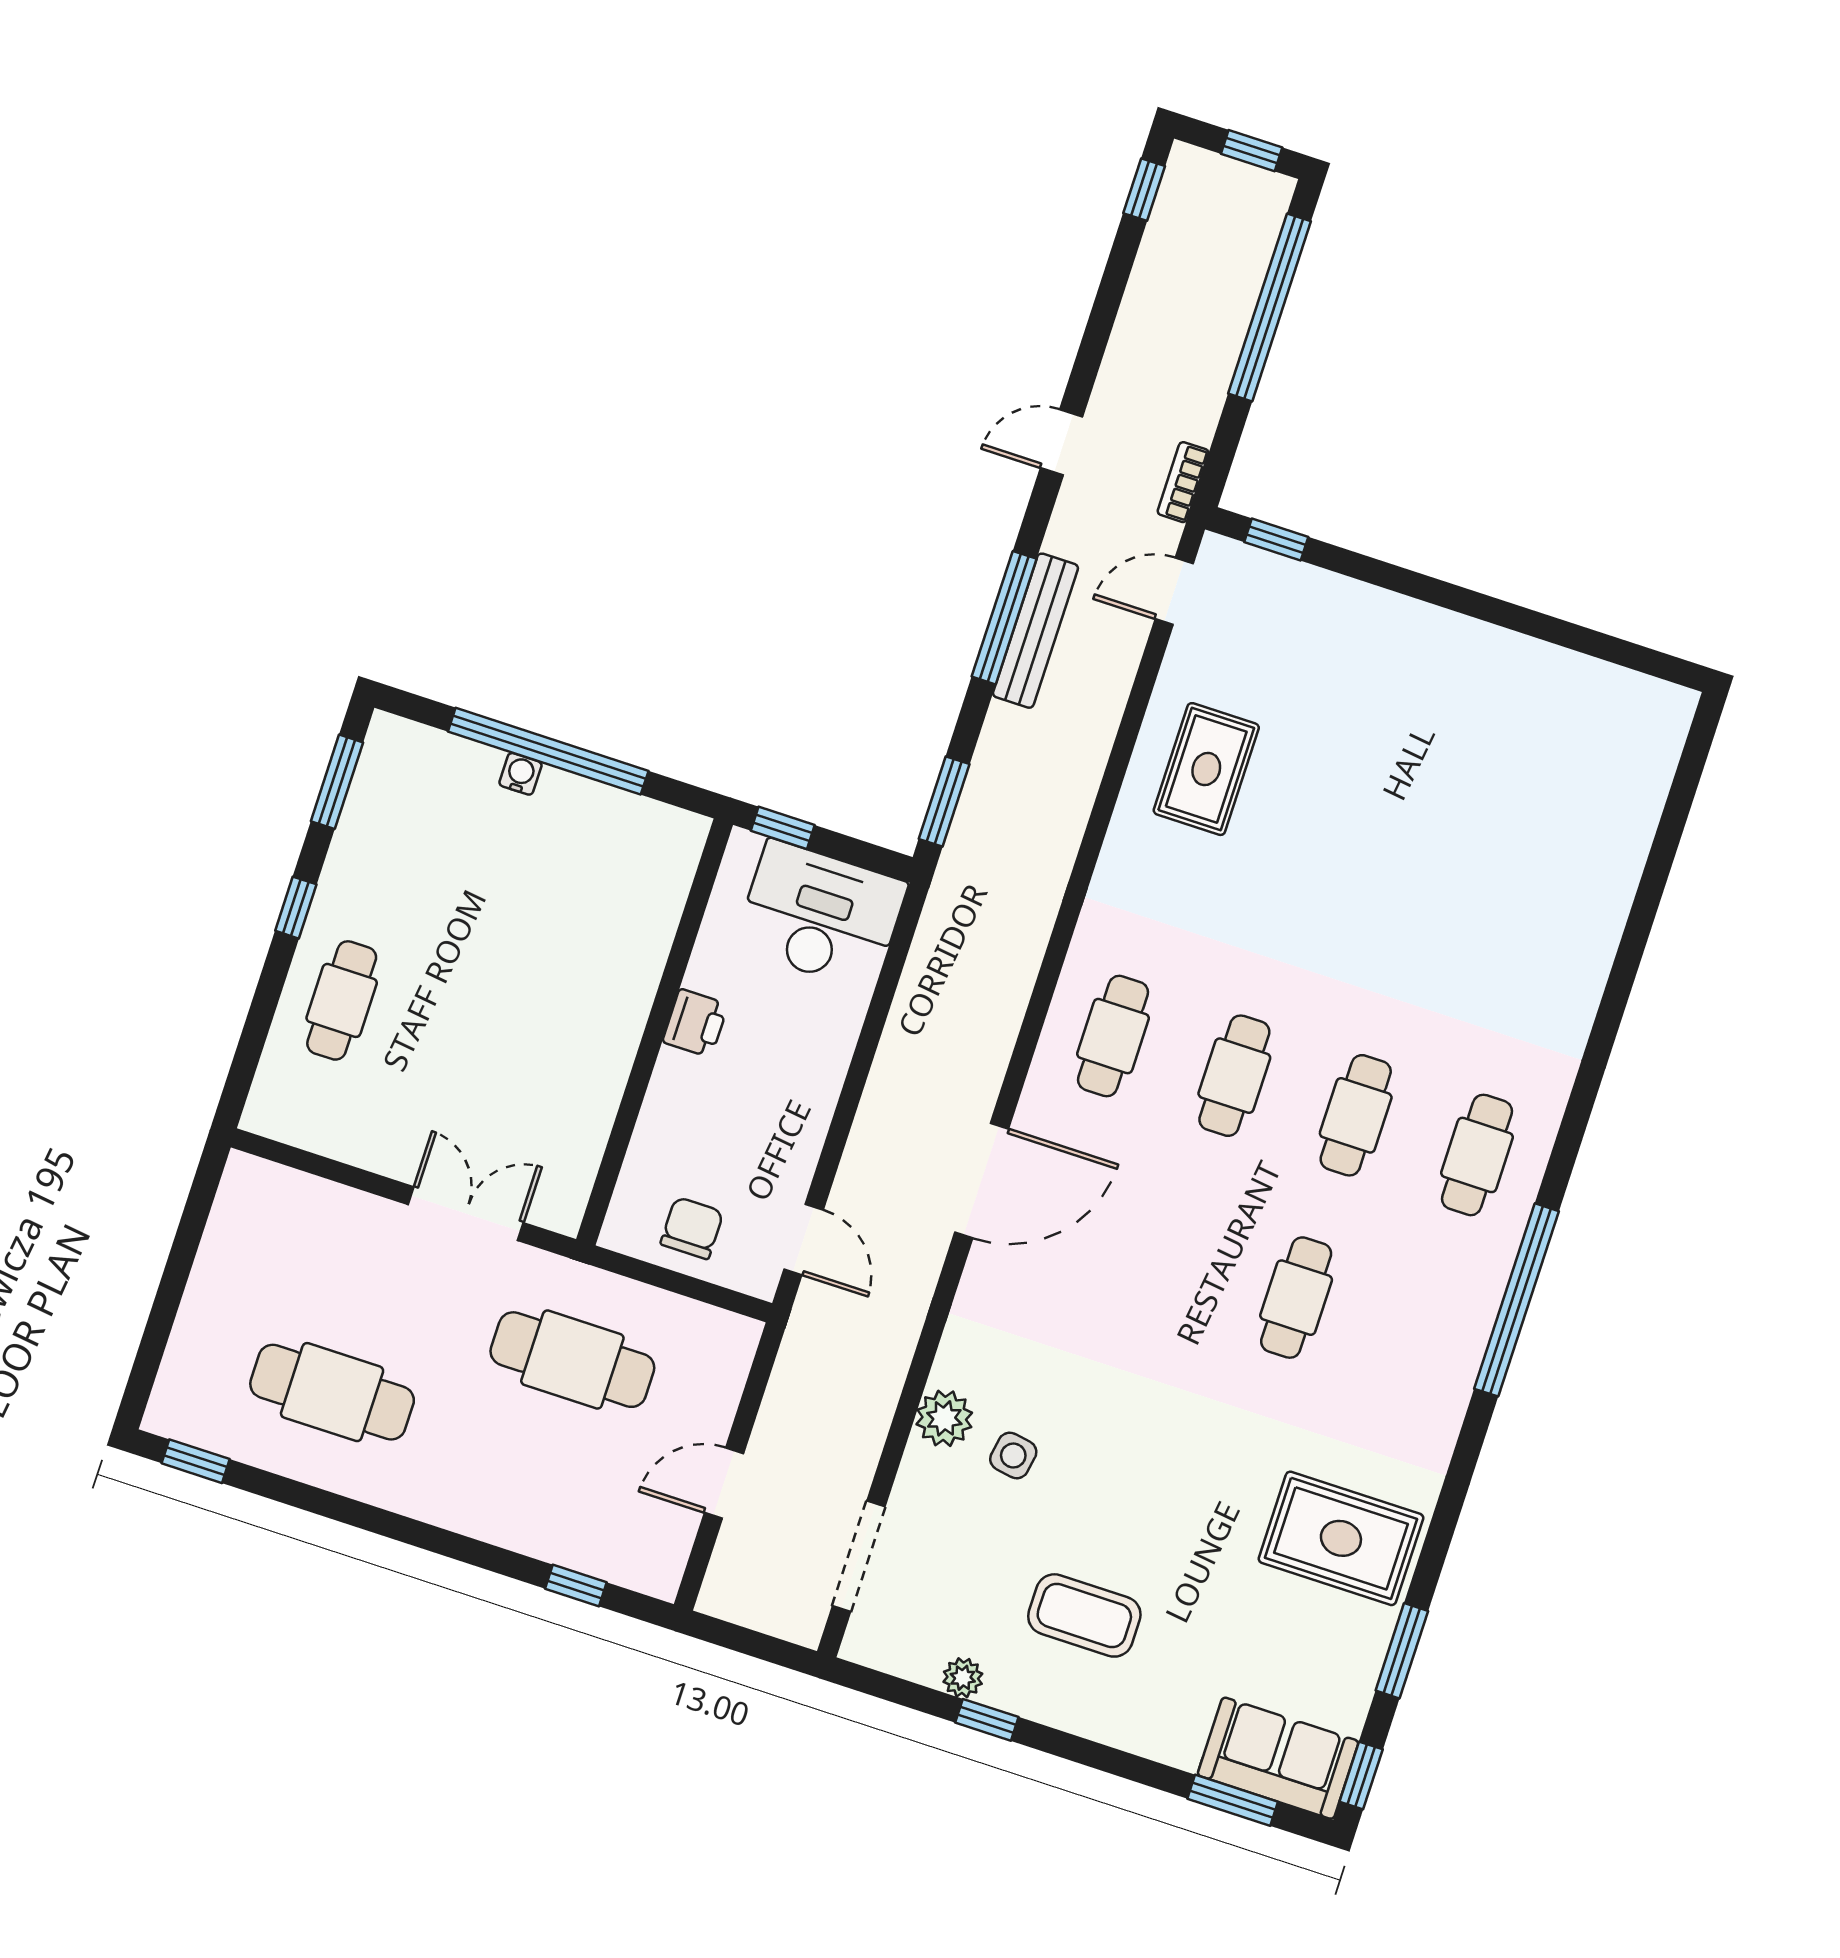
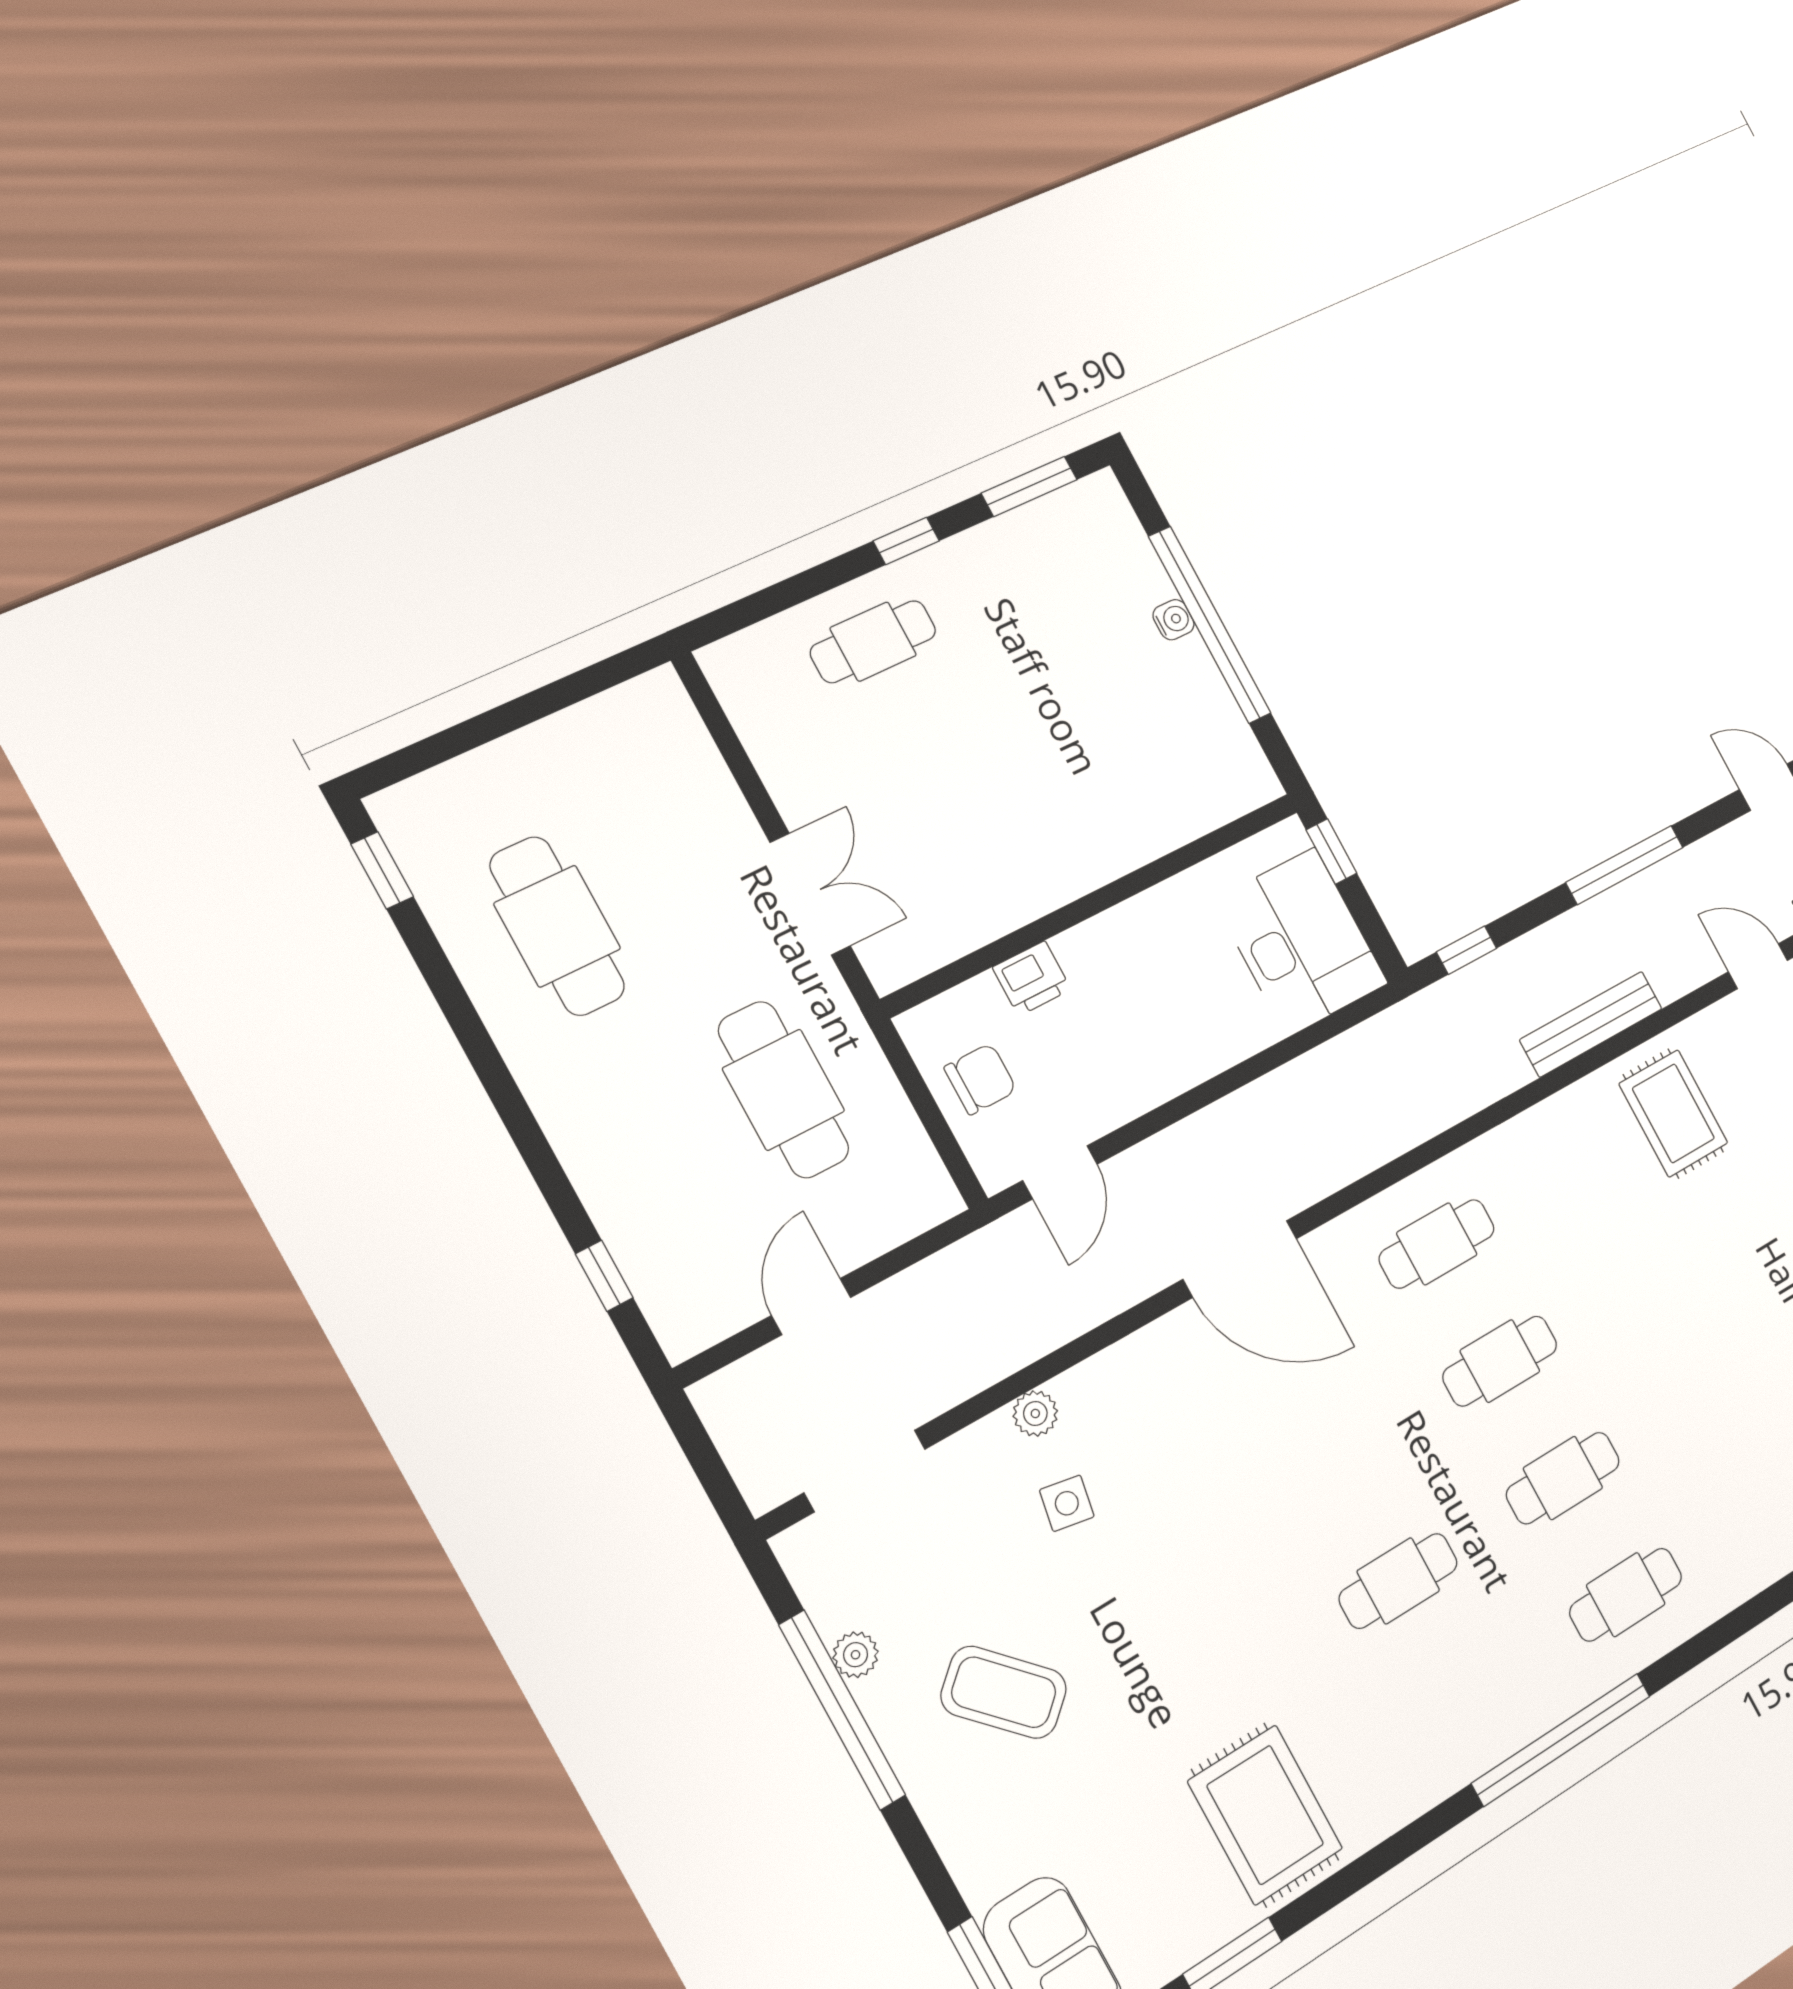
bench: (1035, 631) -> (1591, 1024), moved
rug: (1206, 769) -> (1673, 1113), turned 90
window: (944, 801) -> (1467, 950), width x0.67
printer: (695, 1023) -> (1032, 978), moved
plant: (944, 1418) -> (1035, 1413), width x0.73, depth x0.73
door: (724, 1483) -> (811, 1307), hinge flipped
coffee table: (1084, 1615) -> (1004, 1692), turned -43
window: (987, 1720) -> (842, 1710), width x3.17

